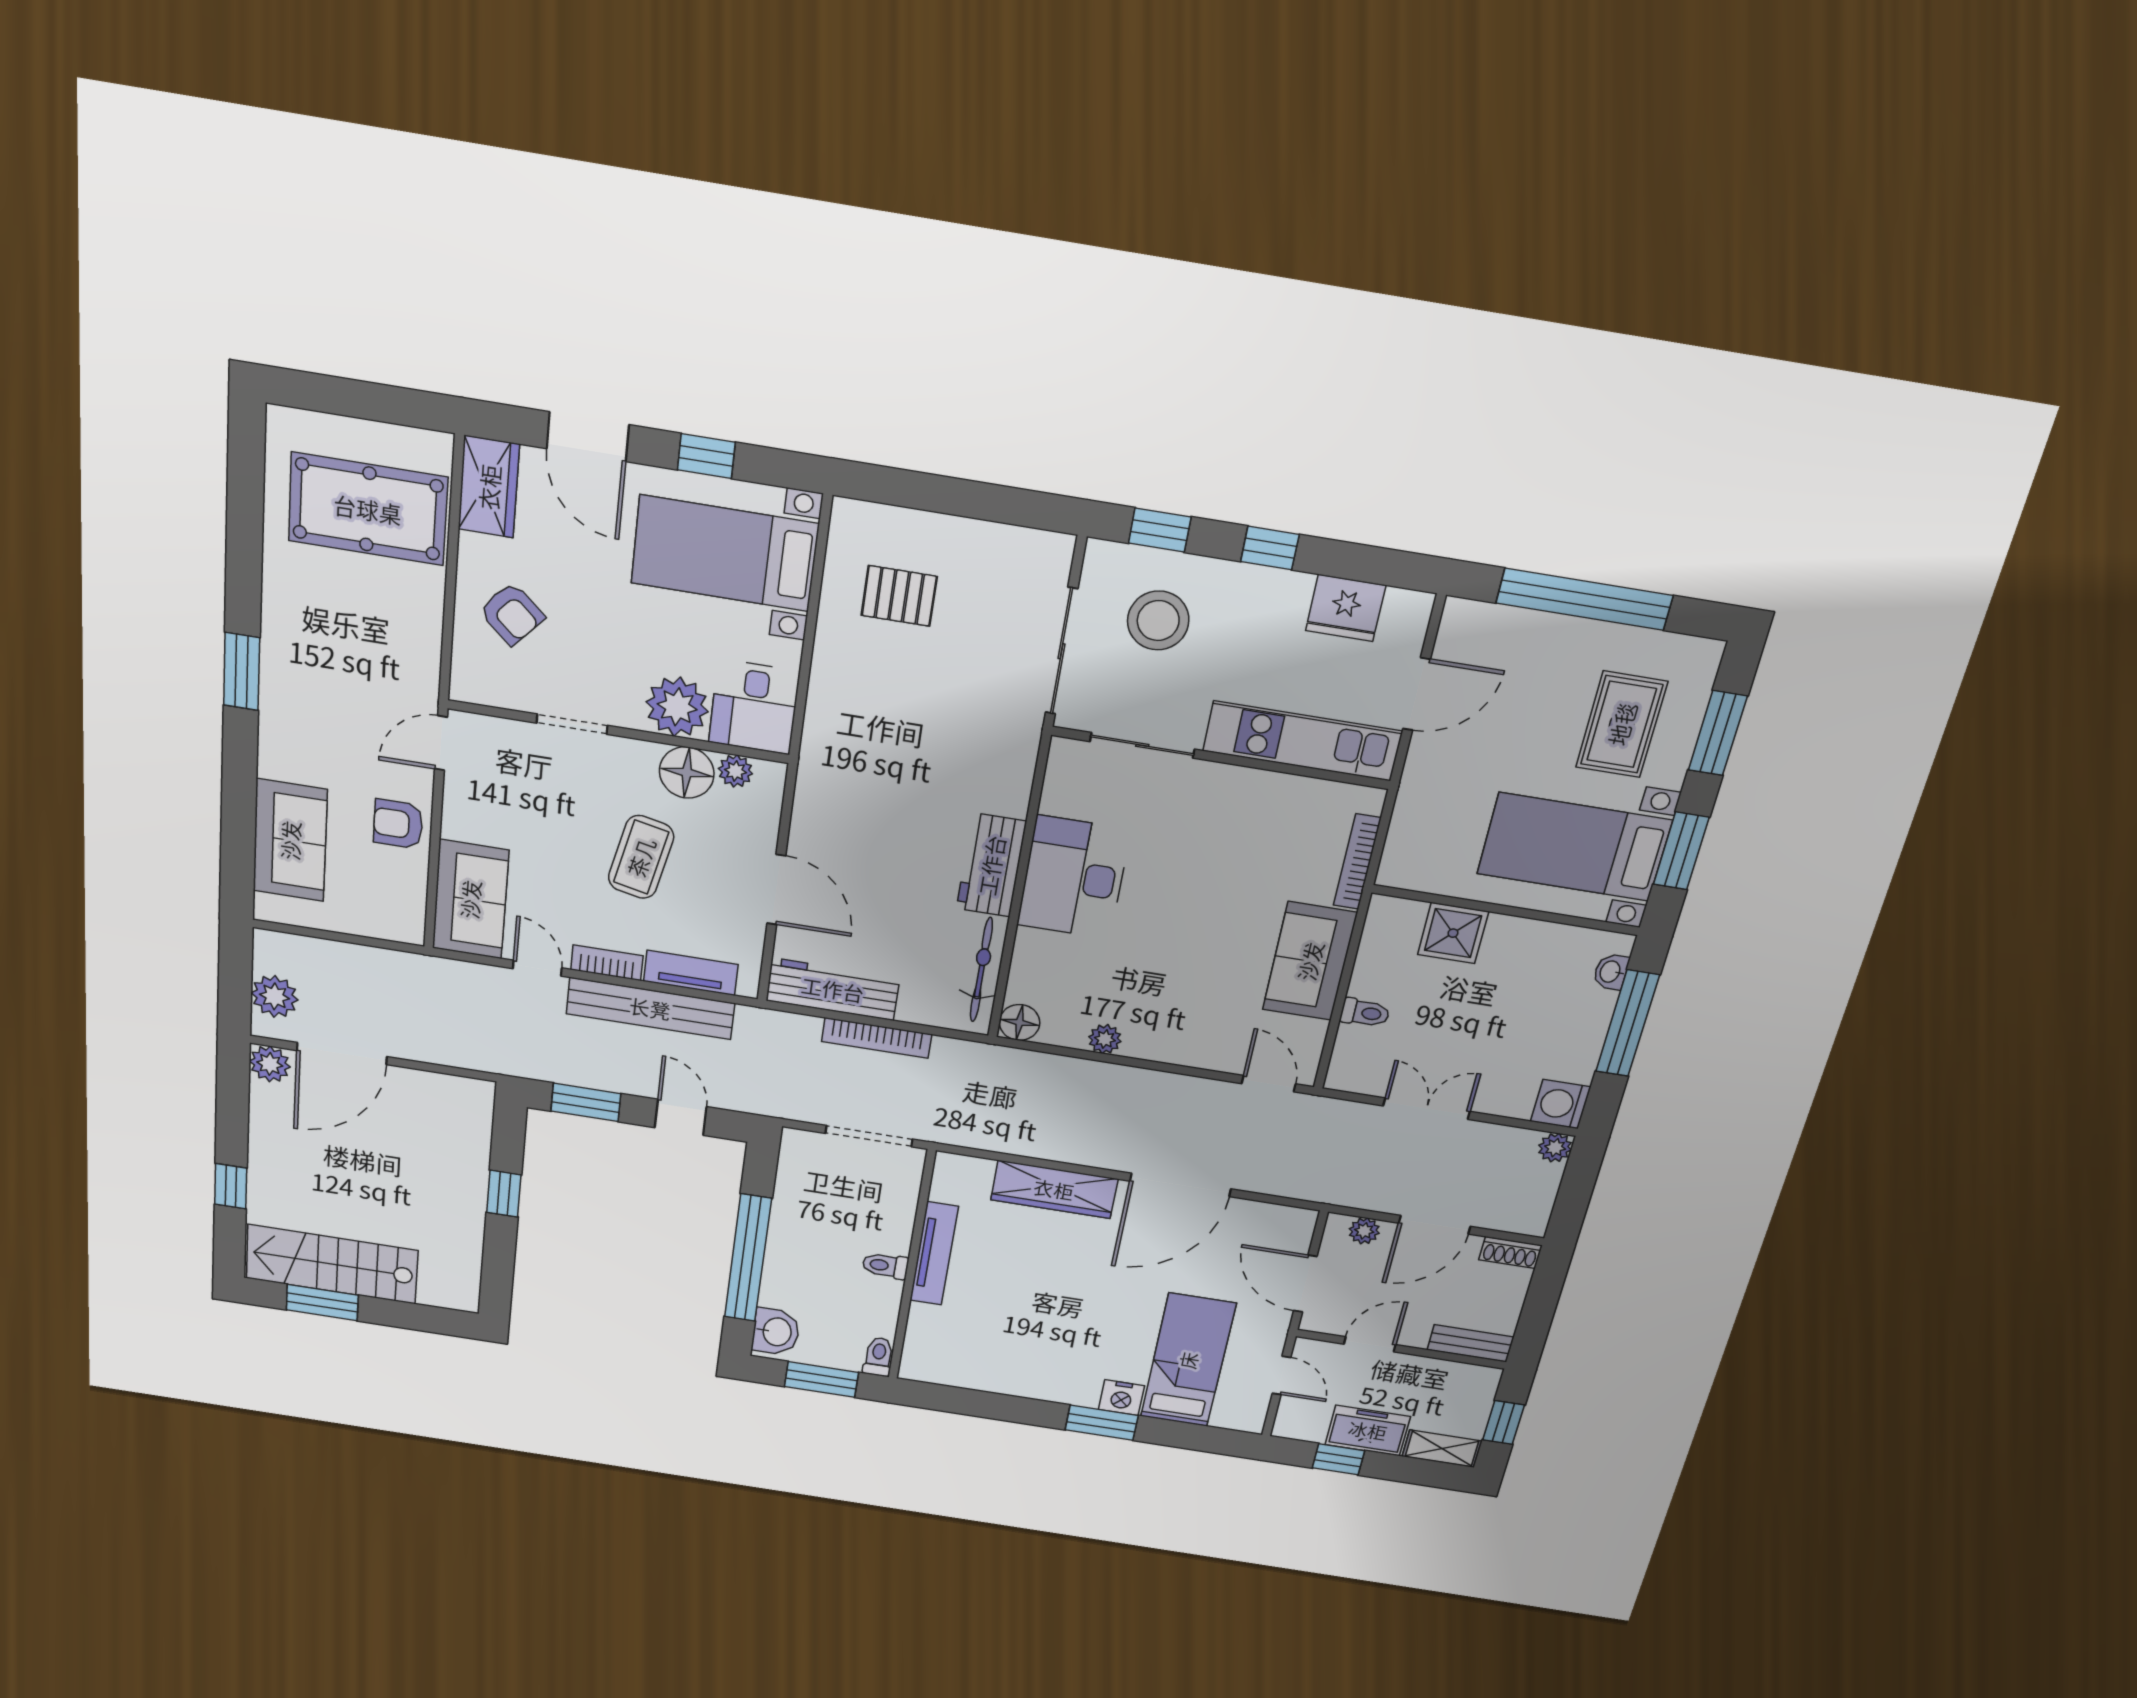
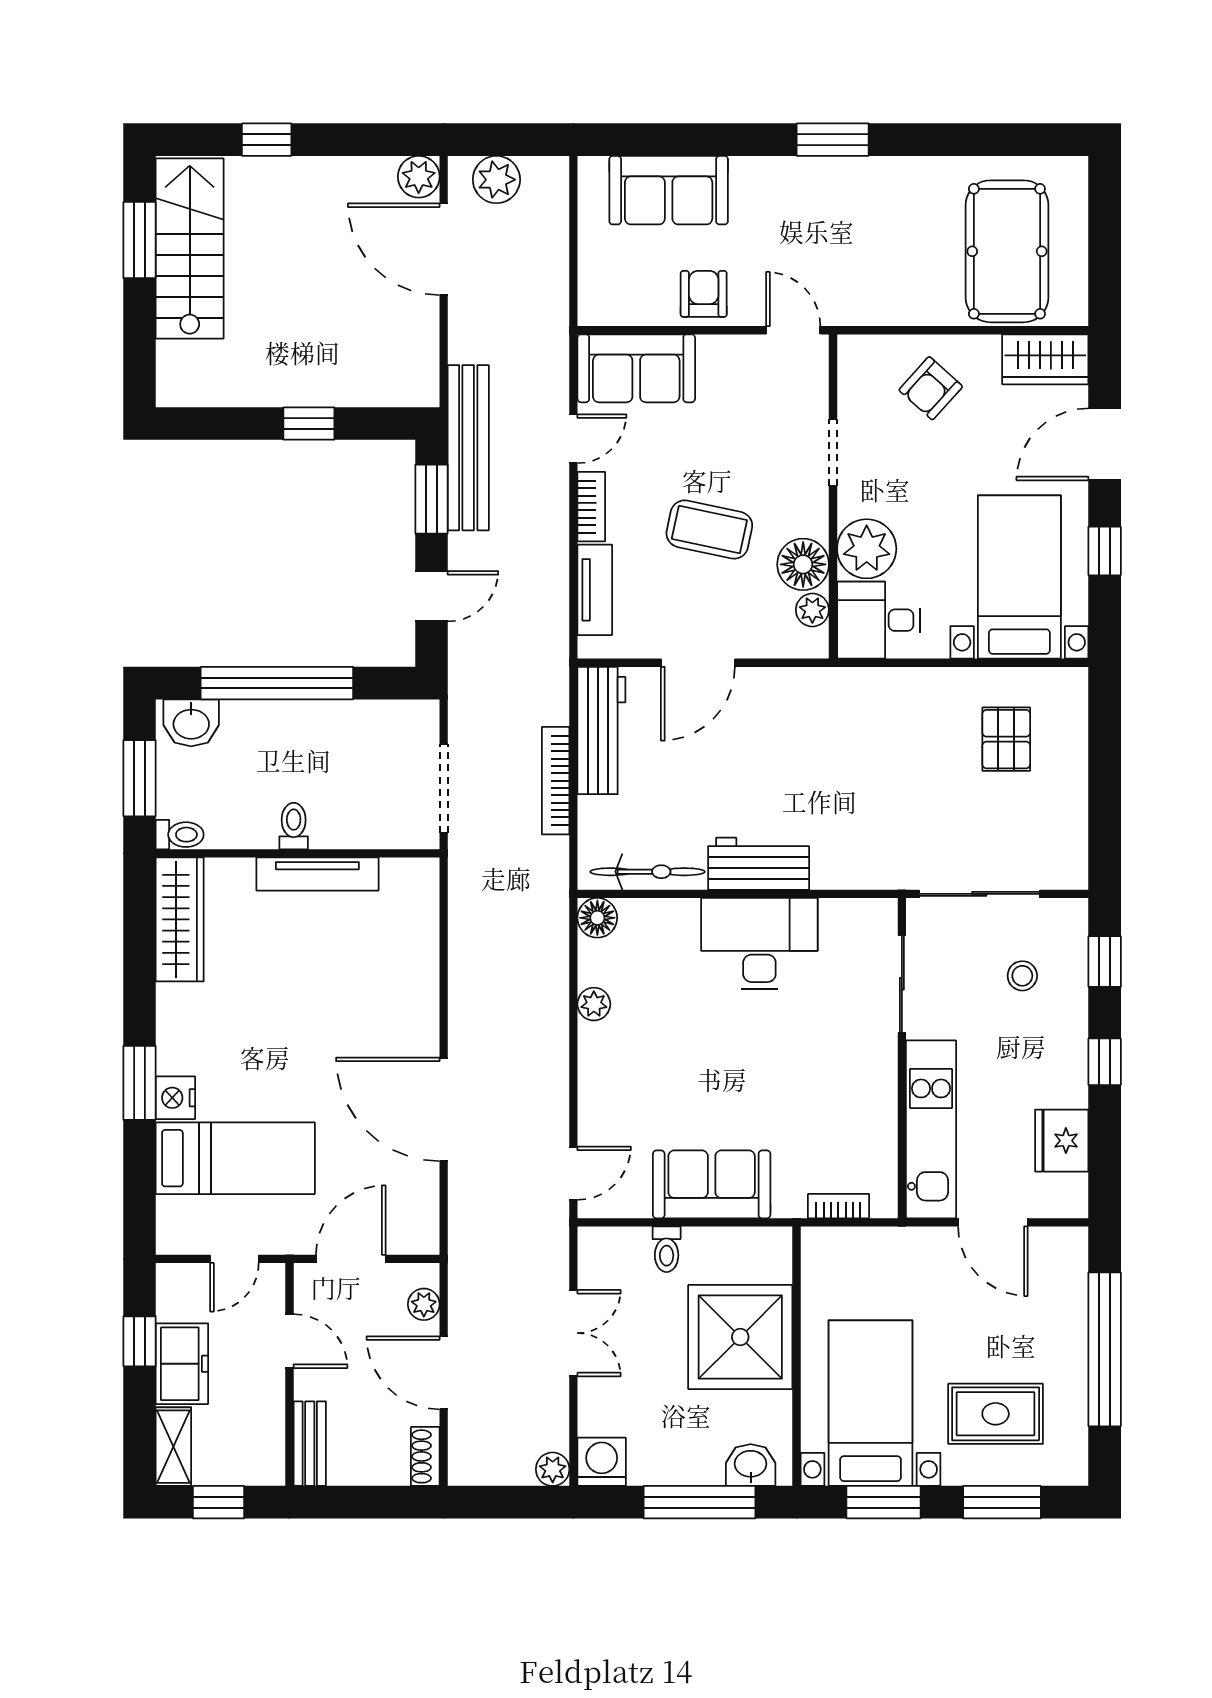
stool: (1158, 621) -> (1022, 976), width x0.53, depth x0.53
bookcase: (1357, 862) -> (838, 1206), width x0.64
shower: (1453, 933) -> (740, 1337), width x1.86, depth x1.86
washbasin: (1611, 972) -> (751, 1465), width x1.38, depth x1.45
bench: (650, 1008) -> (468, 448), moved
wardrobe: (1054, 1189) -> (180, 919), moved, turned 180

